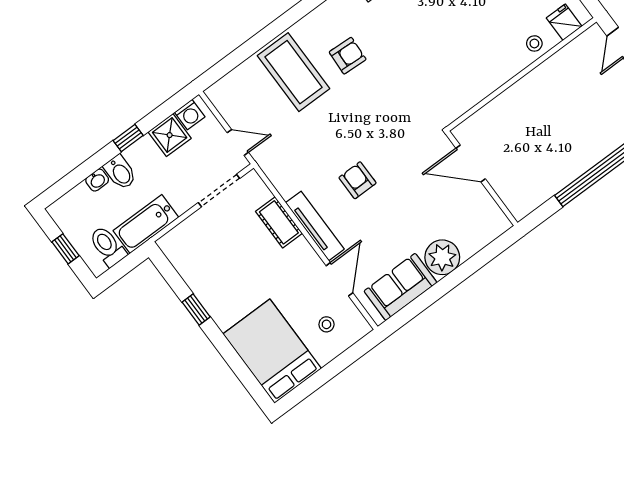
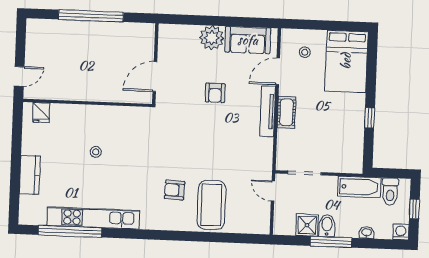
stool: (534, 43) -> (96, 152), moved
washing machine: (190, 115) -> (401, 232), moved
window: (128, 138) -> (331, 242), width x2.17
door: (471, 164) -> (155, 77), swing flipped
bidet: (120, 172) -> (327, 226), moved
armchair: (358, 180) -> (215, 93), moved
cot: (279, 222) -> (286, 112), moved

